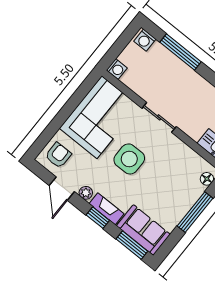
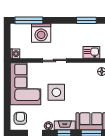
washing machine: (145, 40) -> (41, 33), moved, width x1.89, depth x1.89
window: (181, 52) -> (29, 20), moved

